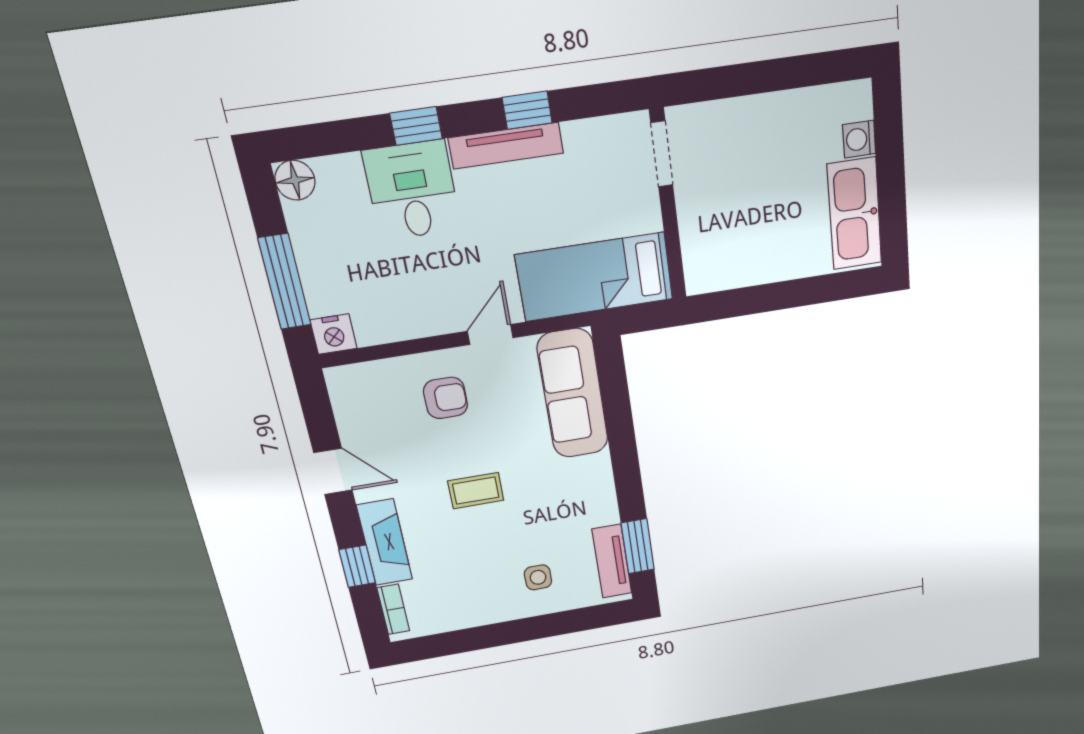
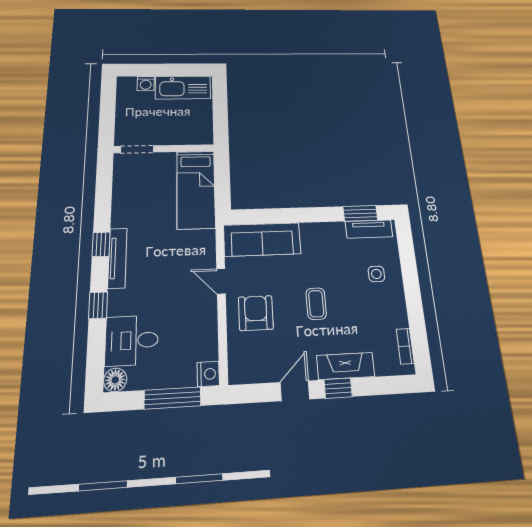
doorway: (662, 154) -> (137, 149), moved
desk: (412, 190) -> (132, 340), moved
wall: (668, 206) -> (164, 149), moved
bed: (595, 277) -> (196, 189), moved
armchair: (446, 398) -> (256, 313), width x1.38, depth x1.38
window: (357, 566) -> (338, 388), moved
bookcase: (393, 609) -> (405, 346), moved, turned -90

